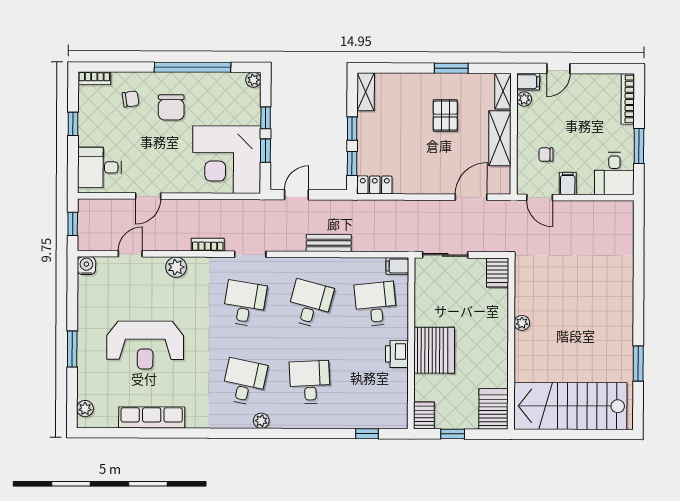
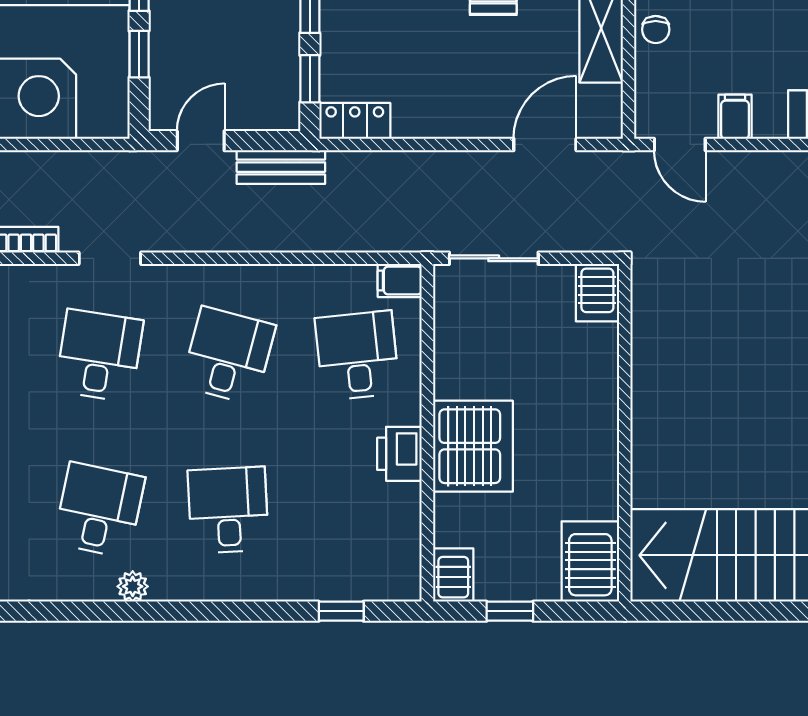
chair: (546, 155) -> (656, 30), moved, turned -90
bench: (329, 243) -> (281, 167), moved
plant: (522, 323) -> (646, 392), removed

